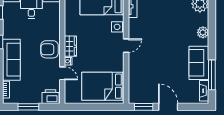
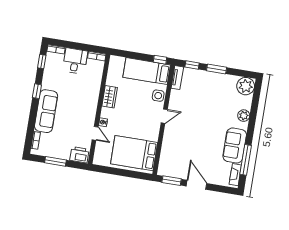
wardrobe: (70, 46) -> (110, 97), moved
armchair: (50, 49) -> (86, 107), removed

